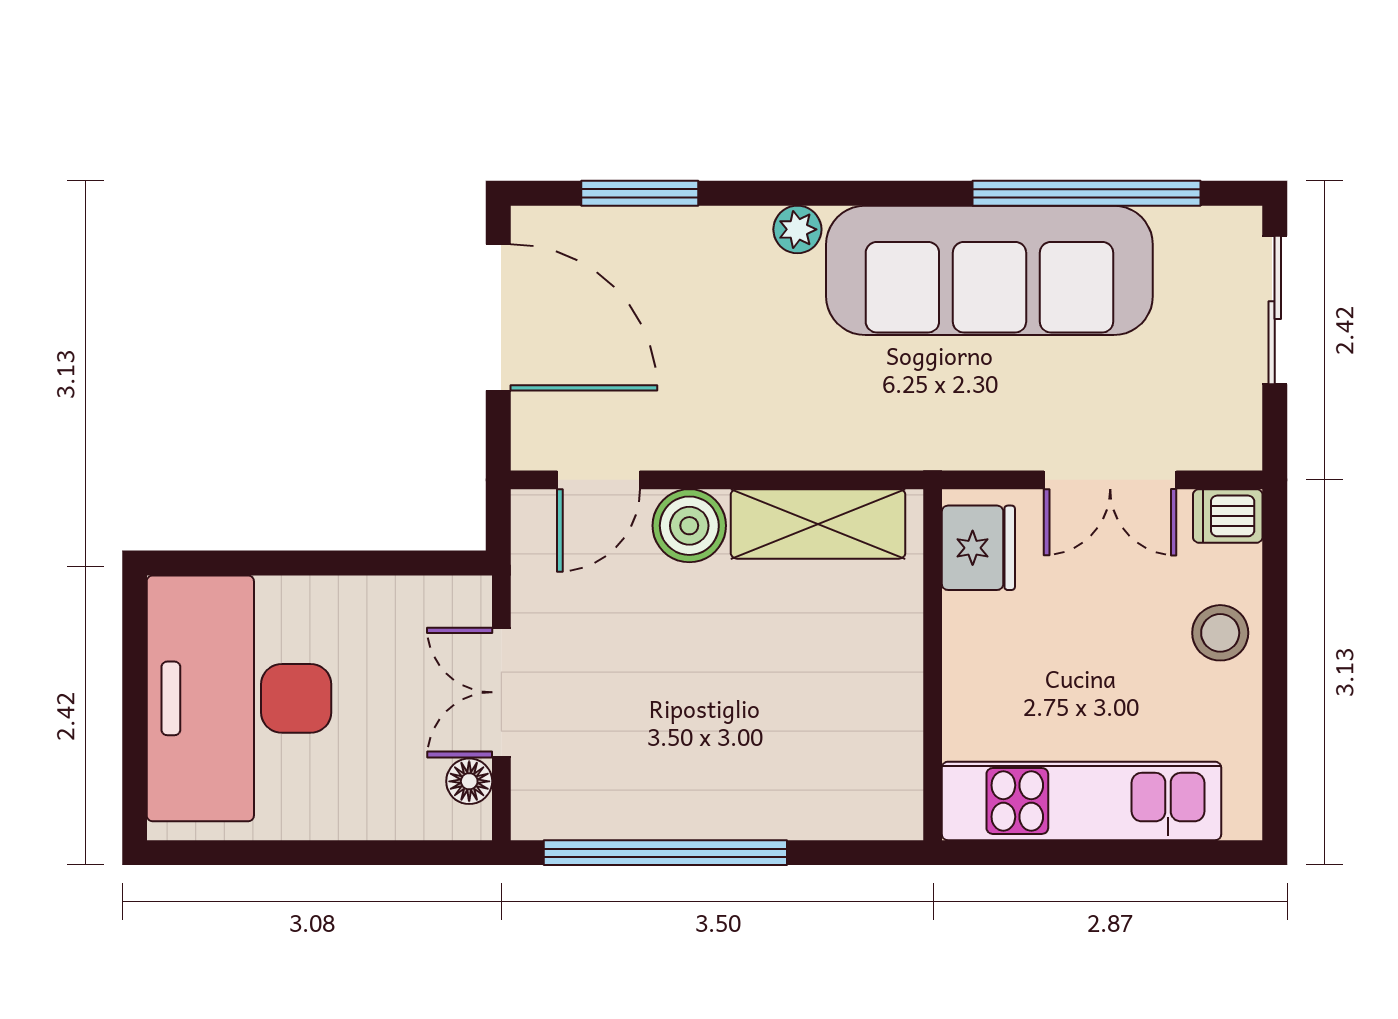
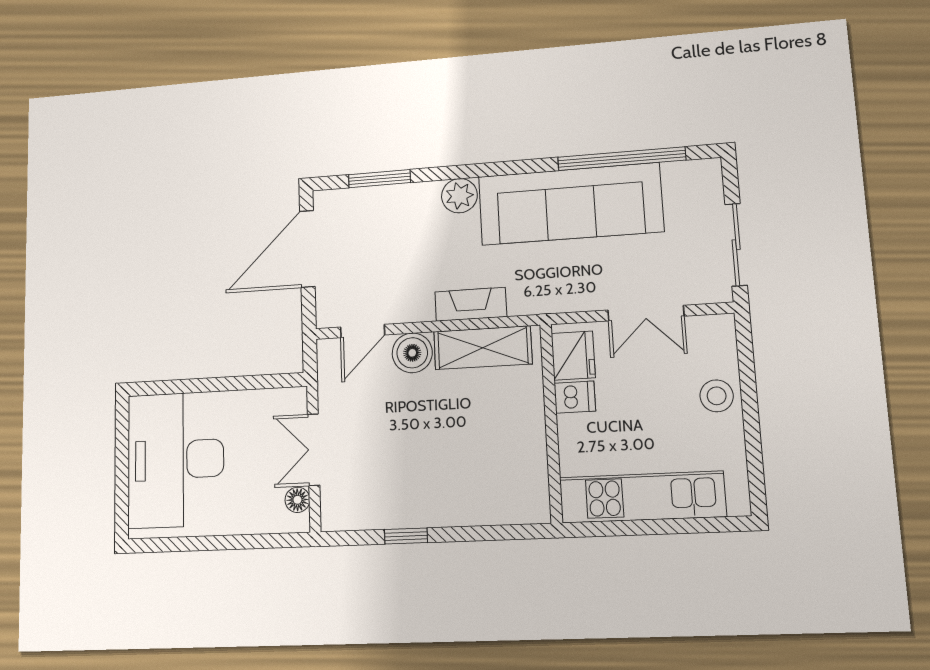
plant: (797, 229) -> (459, 196), width x1.38, depth x1.38
sliding door: (1275, 310) -> (736, 245), moved
door: (498, 317) -> (307, 249), swing flipped
fireplace: (800, 443) -> (471, 304), added
dishwasher: (1228, 516) -> (575, 397), moved, turned 180
window: (665, 853) -> (406, 536), width x0.32

